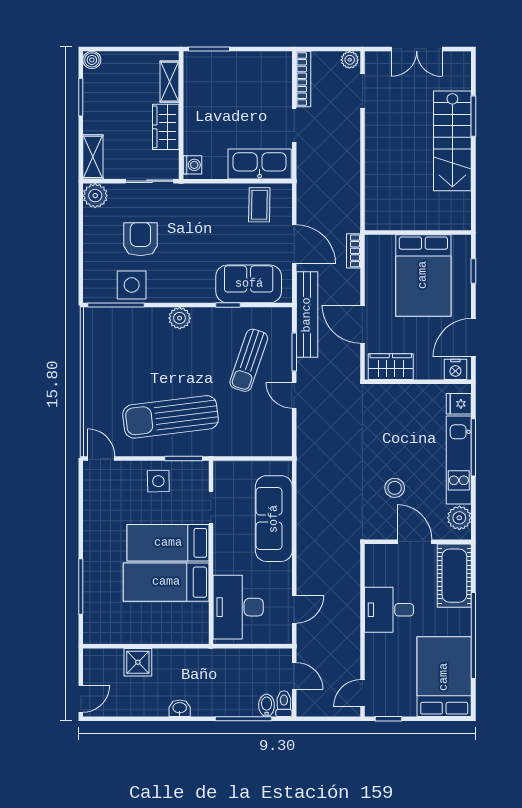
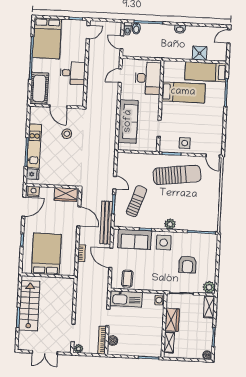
double door: (417, 49) -> (45, 352), swing flipped
boiler: (282, 79) -> (113, 341), added
wall: (418, 232) -> (48, 276), moved
bed: (423, 275) -> (46, 254), moved
side table: (132, 285) -> (164, 243), moved
plant: (459, 518) -> (35, 117), removed
bed: (168, 543) -> (206, 72), moved, turned 180

